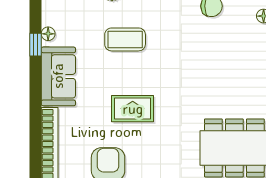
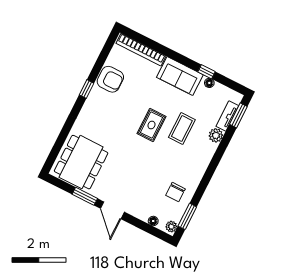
rug: (133, 109) -> (151, 125), moved

